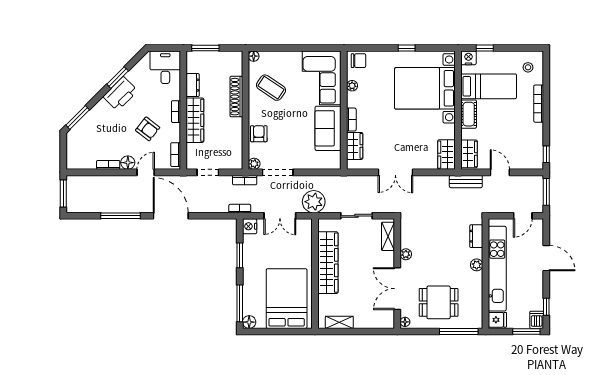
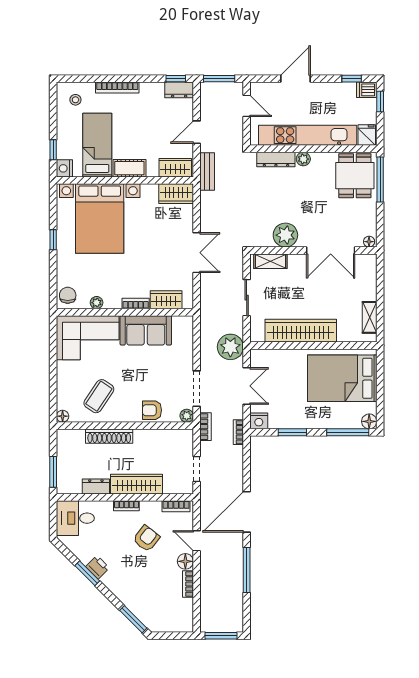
printer: (120, 94) -> (98, 567), width x0.53, depth x0.68
dresser: (536, 157) -> (179, 90), added
dresser: (476, 236) -> (276, 159), width x1.44
plant: (406, 254) -> (285, 235), width x1.87, depth x1.87
dining table: (439, 302) -> (355, 176), moved
window: (526, 331) -> (380, 102), width x0.67

